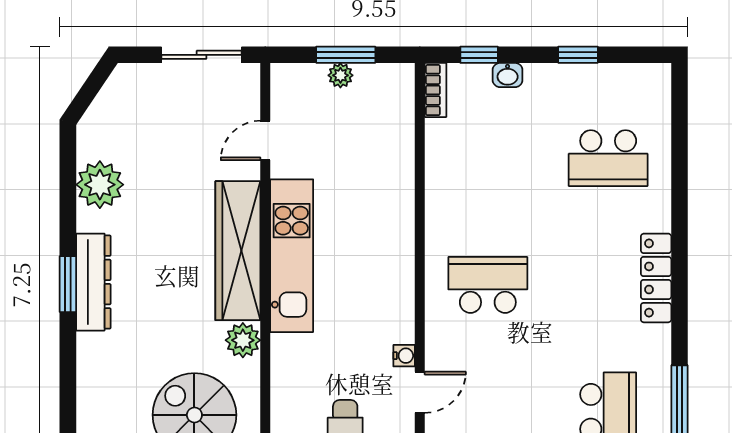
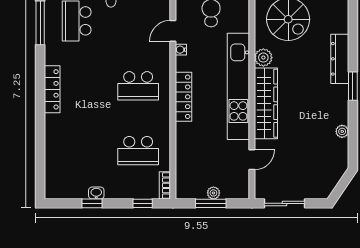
washbasin: (508, 75) -> (96, 193), moved
school desk: (608, 158) -> (138, 151), moved, turned 180
plant: (100, 185) -> (342, 131), width x0.53, depth x0.53
kitchen unit: (292, 256) -> (238, 86), width x1.36
locker: (399, 263) -> (184, 97), added
dresser: (93, 282) -> (340, 59), moved

